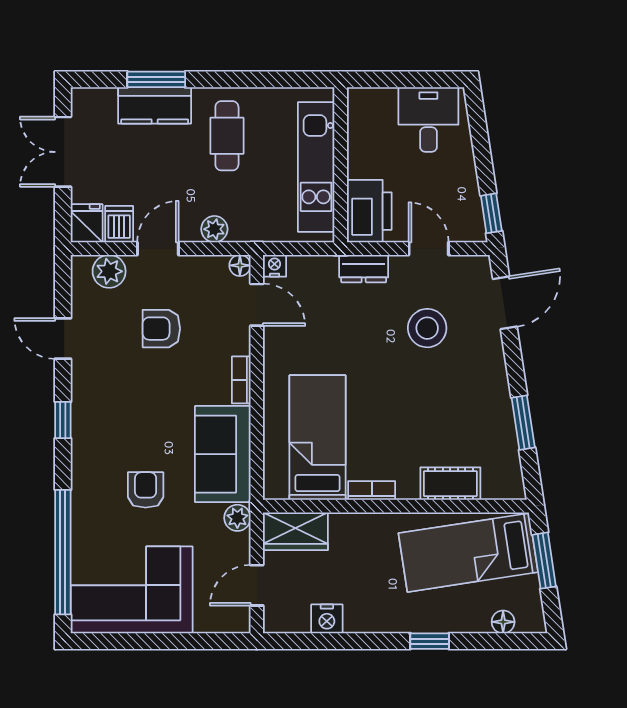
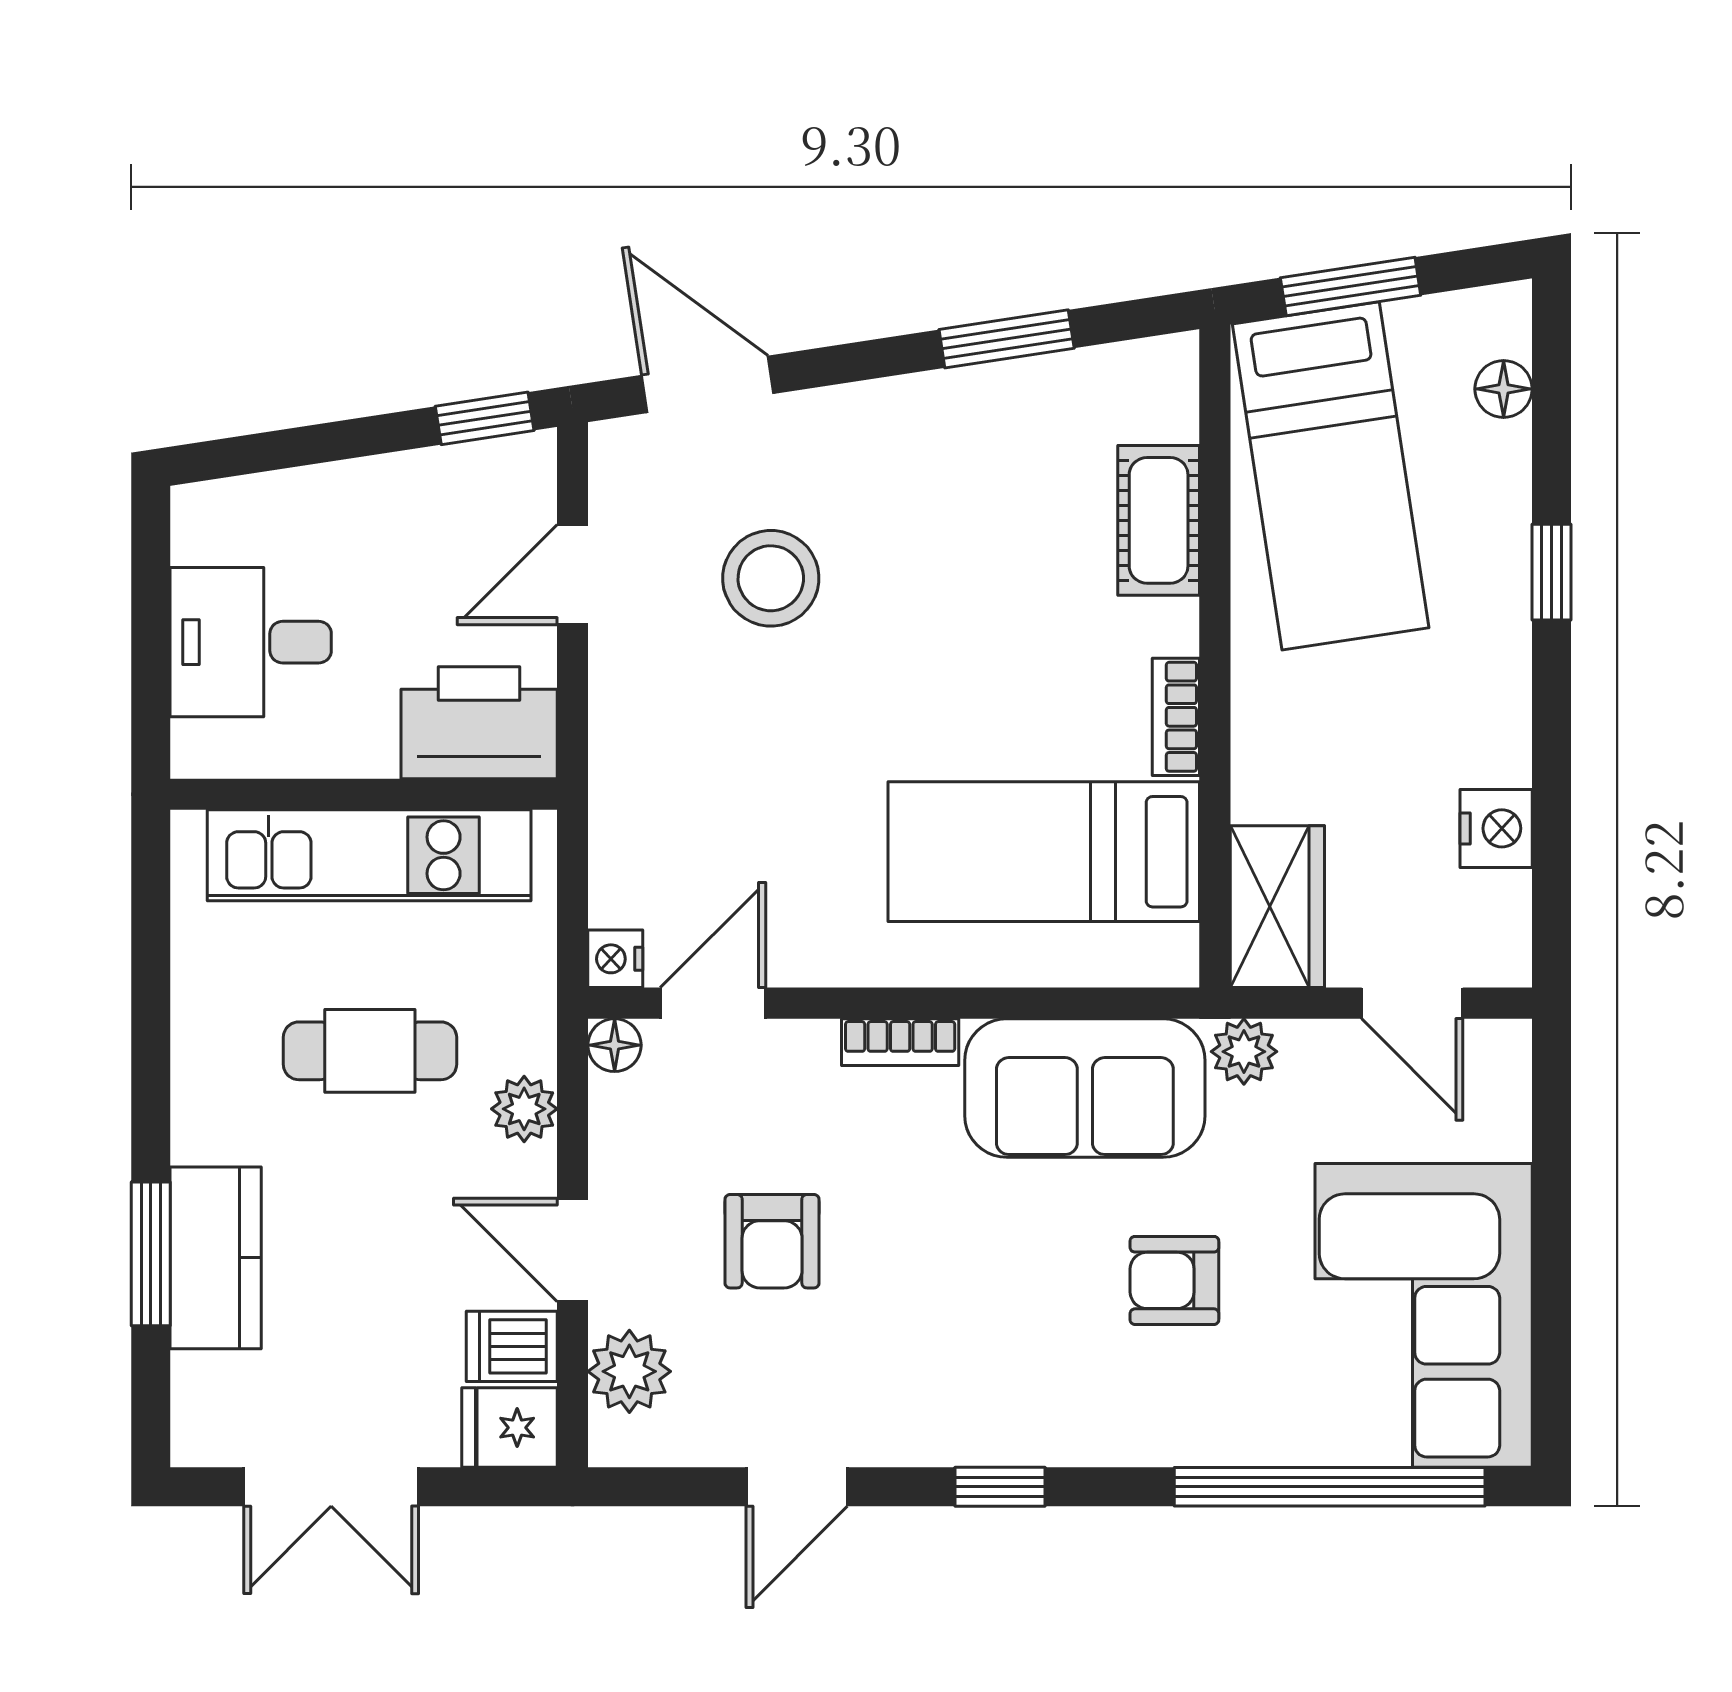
desk: (428, 119) -> (251, 642), moved
cafe table: (227, 136) -> (370, 1051), moved
dresser: (364, 269) -> (622, 737), removed

